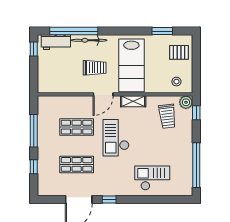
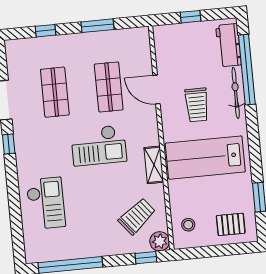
window: (34, 49) -> (191, 17), moved
pallet: (179, 52) -> (231, 224), turned 90
door: (103, 94) -> (157, 90), moved
trolley: (167, 116) -> (137, 216), turned 148
window: (34, 131) -> (97, 26), width x0.69
checkout: (116, 138) -> (99, 145), turned 180

